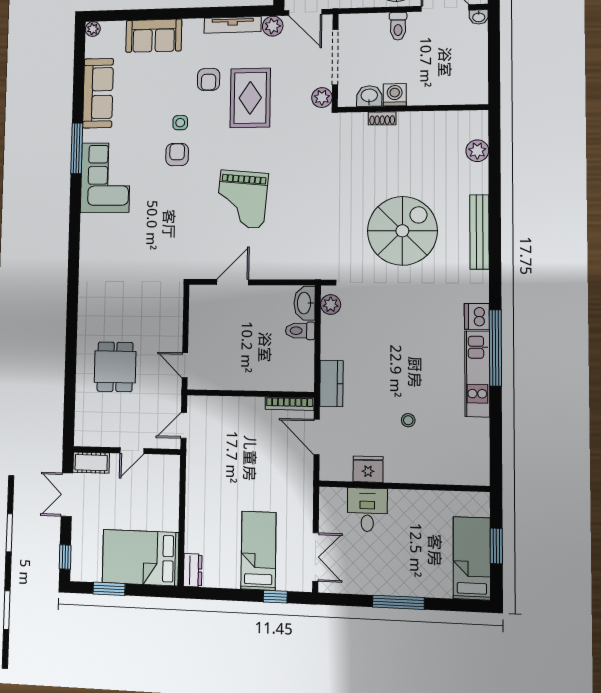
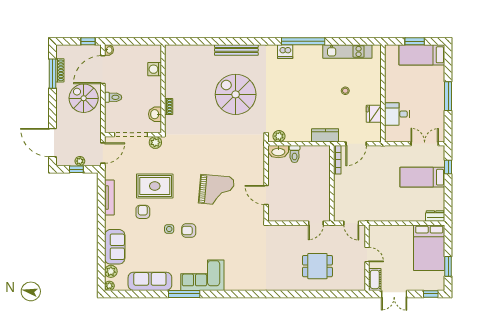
plant: (273, 26) -> (111, 271), moved
armchair: (209, 79) -> (143, 212), turned -90
washing machine: (395, 95) -> (155, 69), moved
plant: (477, 151) -> (189, 51), removed
kitchen unit: (477, 374) -> (347, 51), moved

